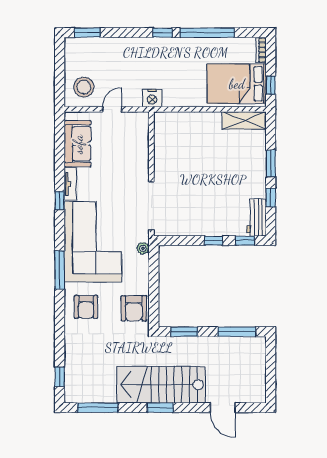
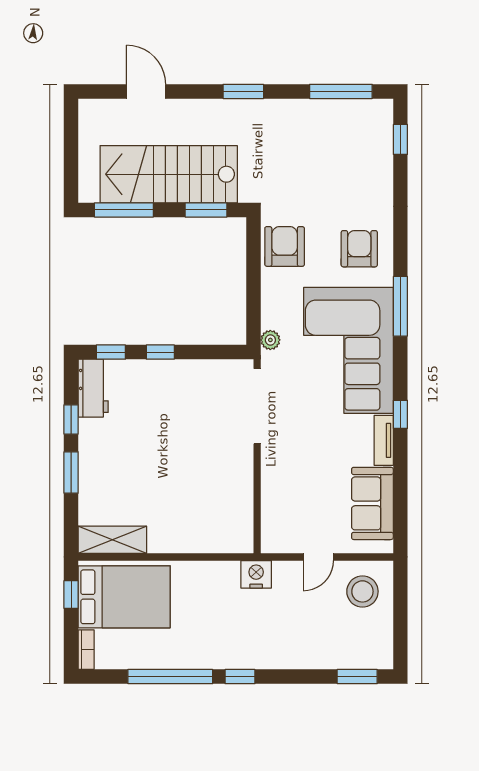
stairs: (161, 385) -> (169, 174), moved, turned 180

